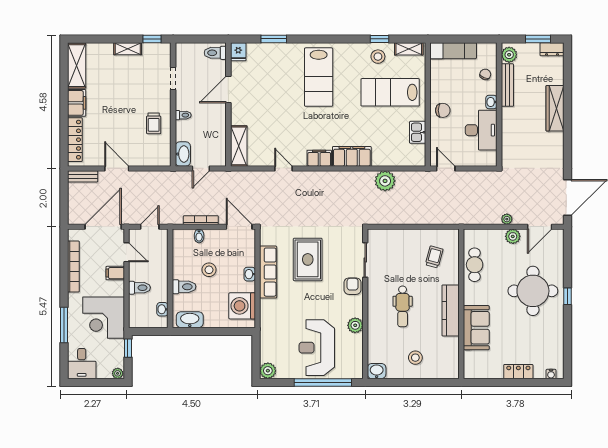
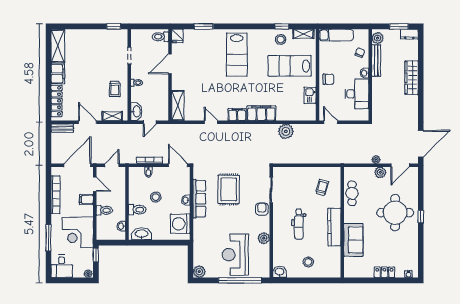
shelving: (128, 49) -> (112, 116), moved

